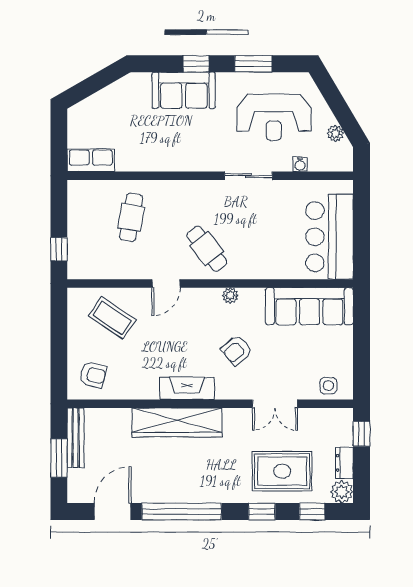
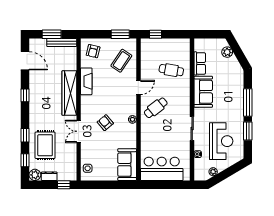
window: (196, 64) -> (248, 102), width x2.17
sofa: (184, 90) -> (203, 92), moved, turned 180
plant: (95, 105) -> (227, 52), added
reception desk: (274, 117) -> (221, 141), turned 180
row of seats: (91, 160) -> (200, 63), moved
door: (166, 283) -> (138, 87), swing flipped
sofa: (309, 306) -> (127, 165), width x0.73
window: (59, 320) -> (120, 34), added
fireplace: (187, 388) -> (86, 81), moved
double door: (275, 404) -> (79, 131), moved
window: (182, 511) -> (25, 95), width x0.32

